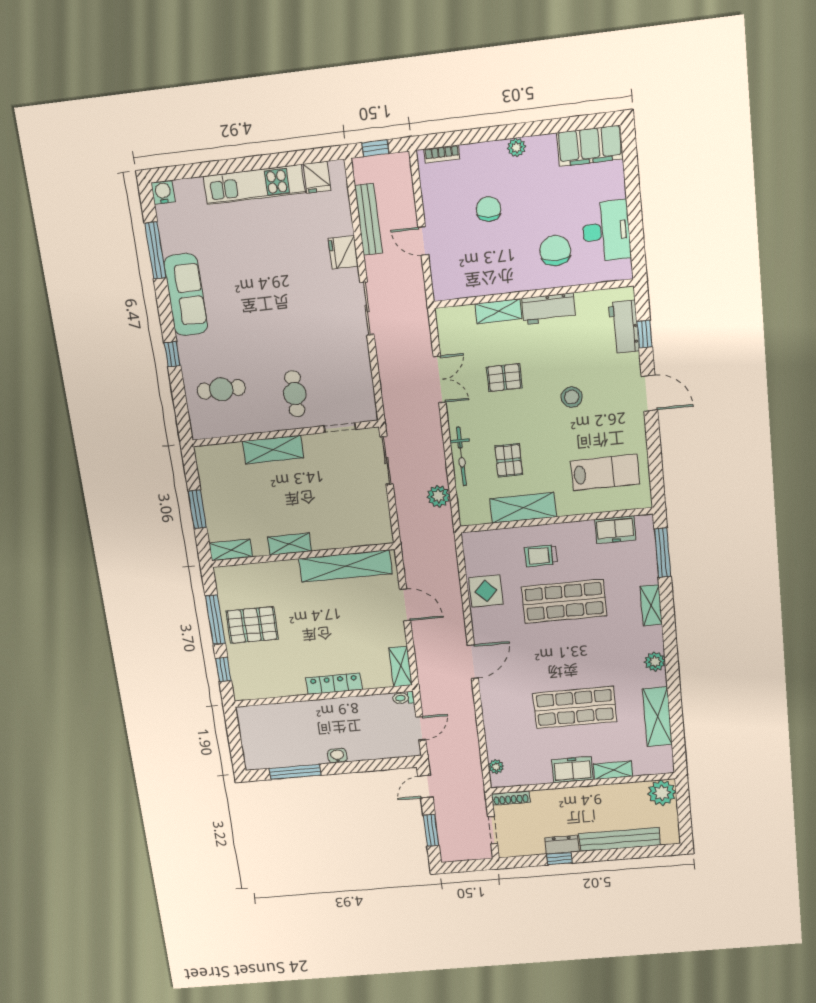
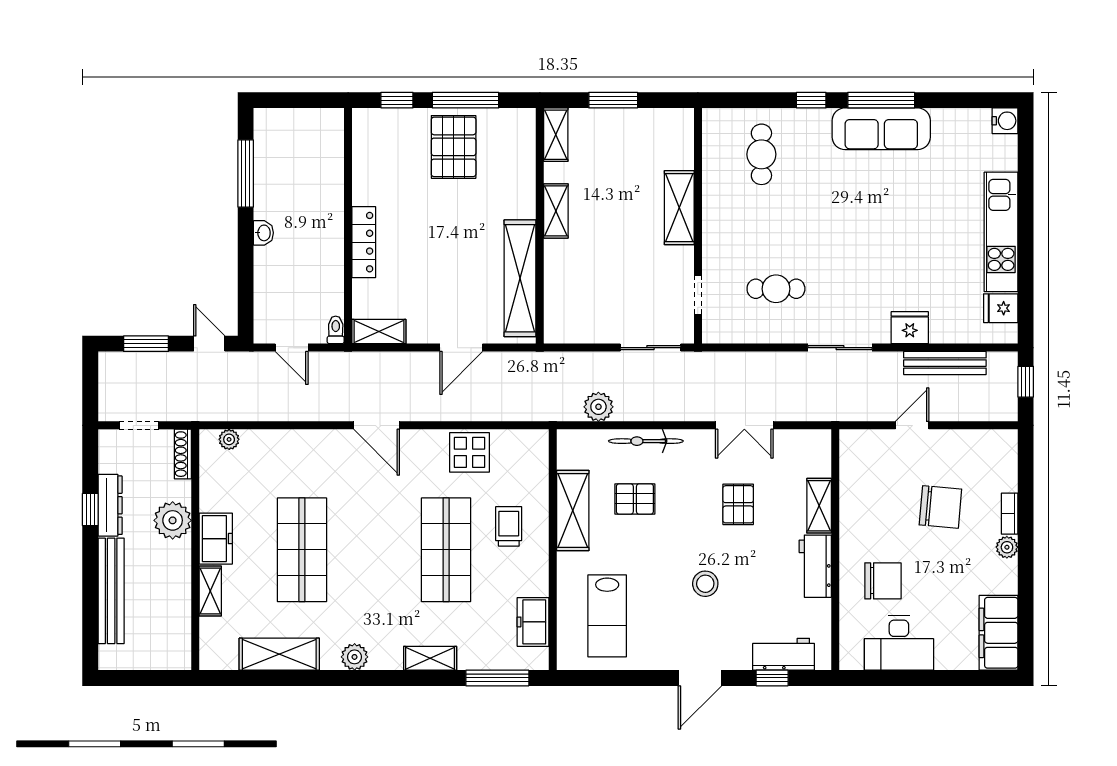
bookcase: (442, 154) -> (1010, 514), moved
chair: (488, 209) -> (940, 507), width x1.37, depth x1.37
window: (155, 251) -> (881, 100), moved
cafe table: (295, 394) -> (776, 289), moved
plant: (662, 793) -> (173, 520), moved
dresser: (562, 845) -> (110, 505), width x1.44

